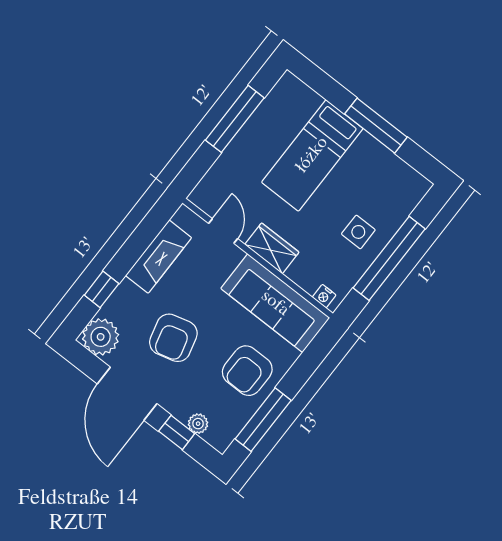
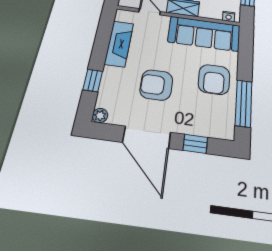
plant: (101, 337) -> (100, 116), width x0.53, depth x0.53
armchair: (173, 338) -> (156, 85), turned 105
plant: (198, 424) -> (205, 130), removed

